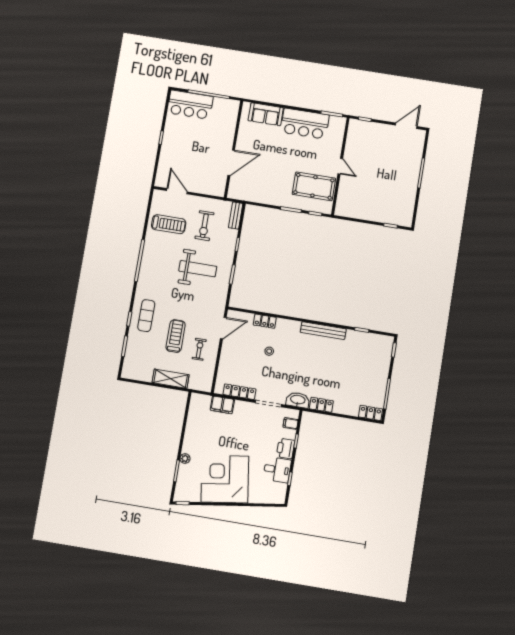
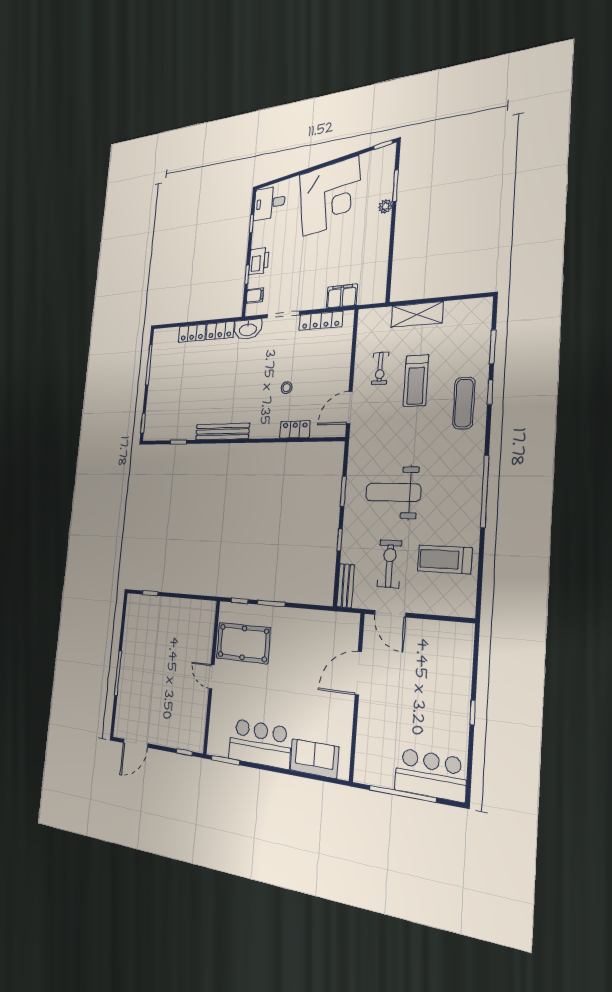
door: (177, 191) -> (390, 614), moved
locker: (370, 413) -> (192, 333), moved
desk: (277, 470) -> (270, 203), moved

